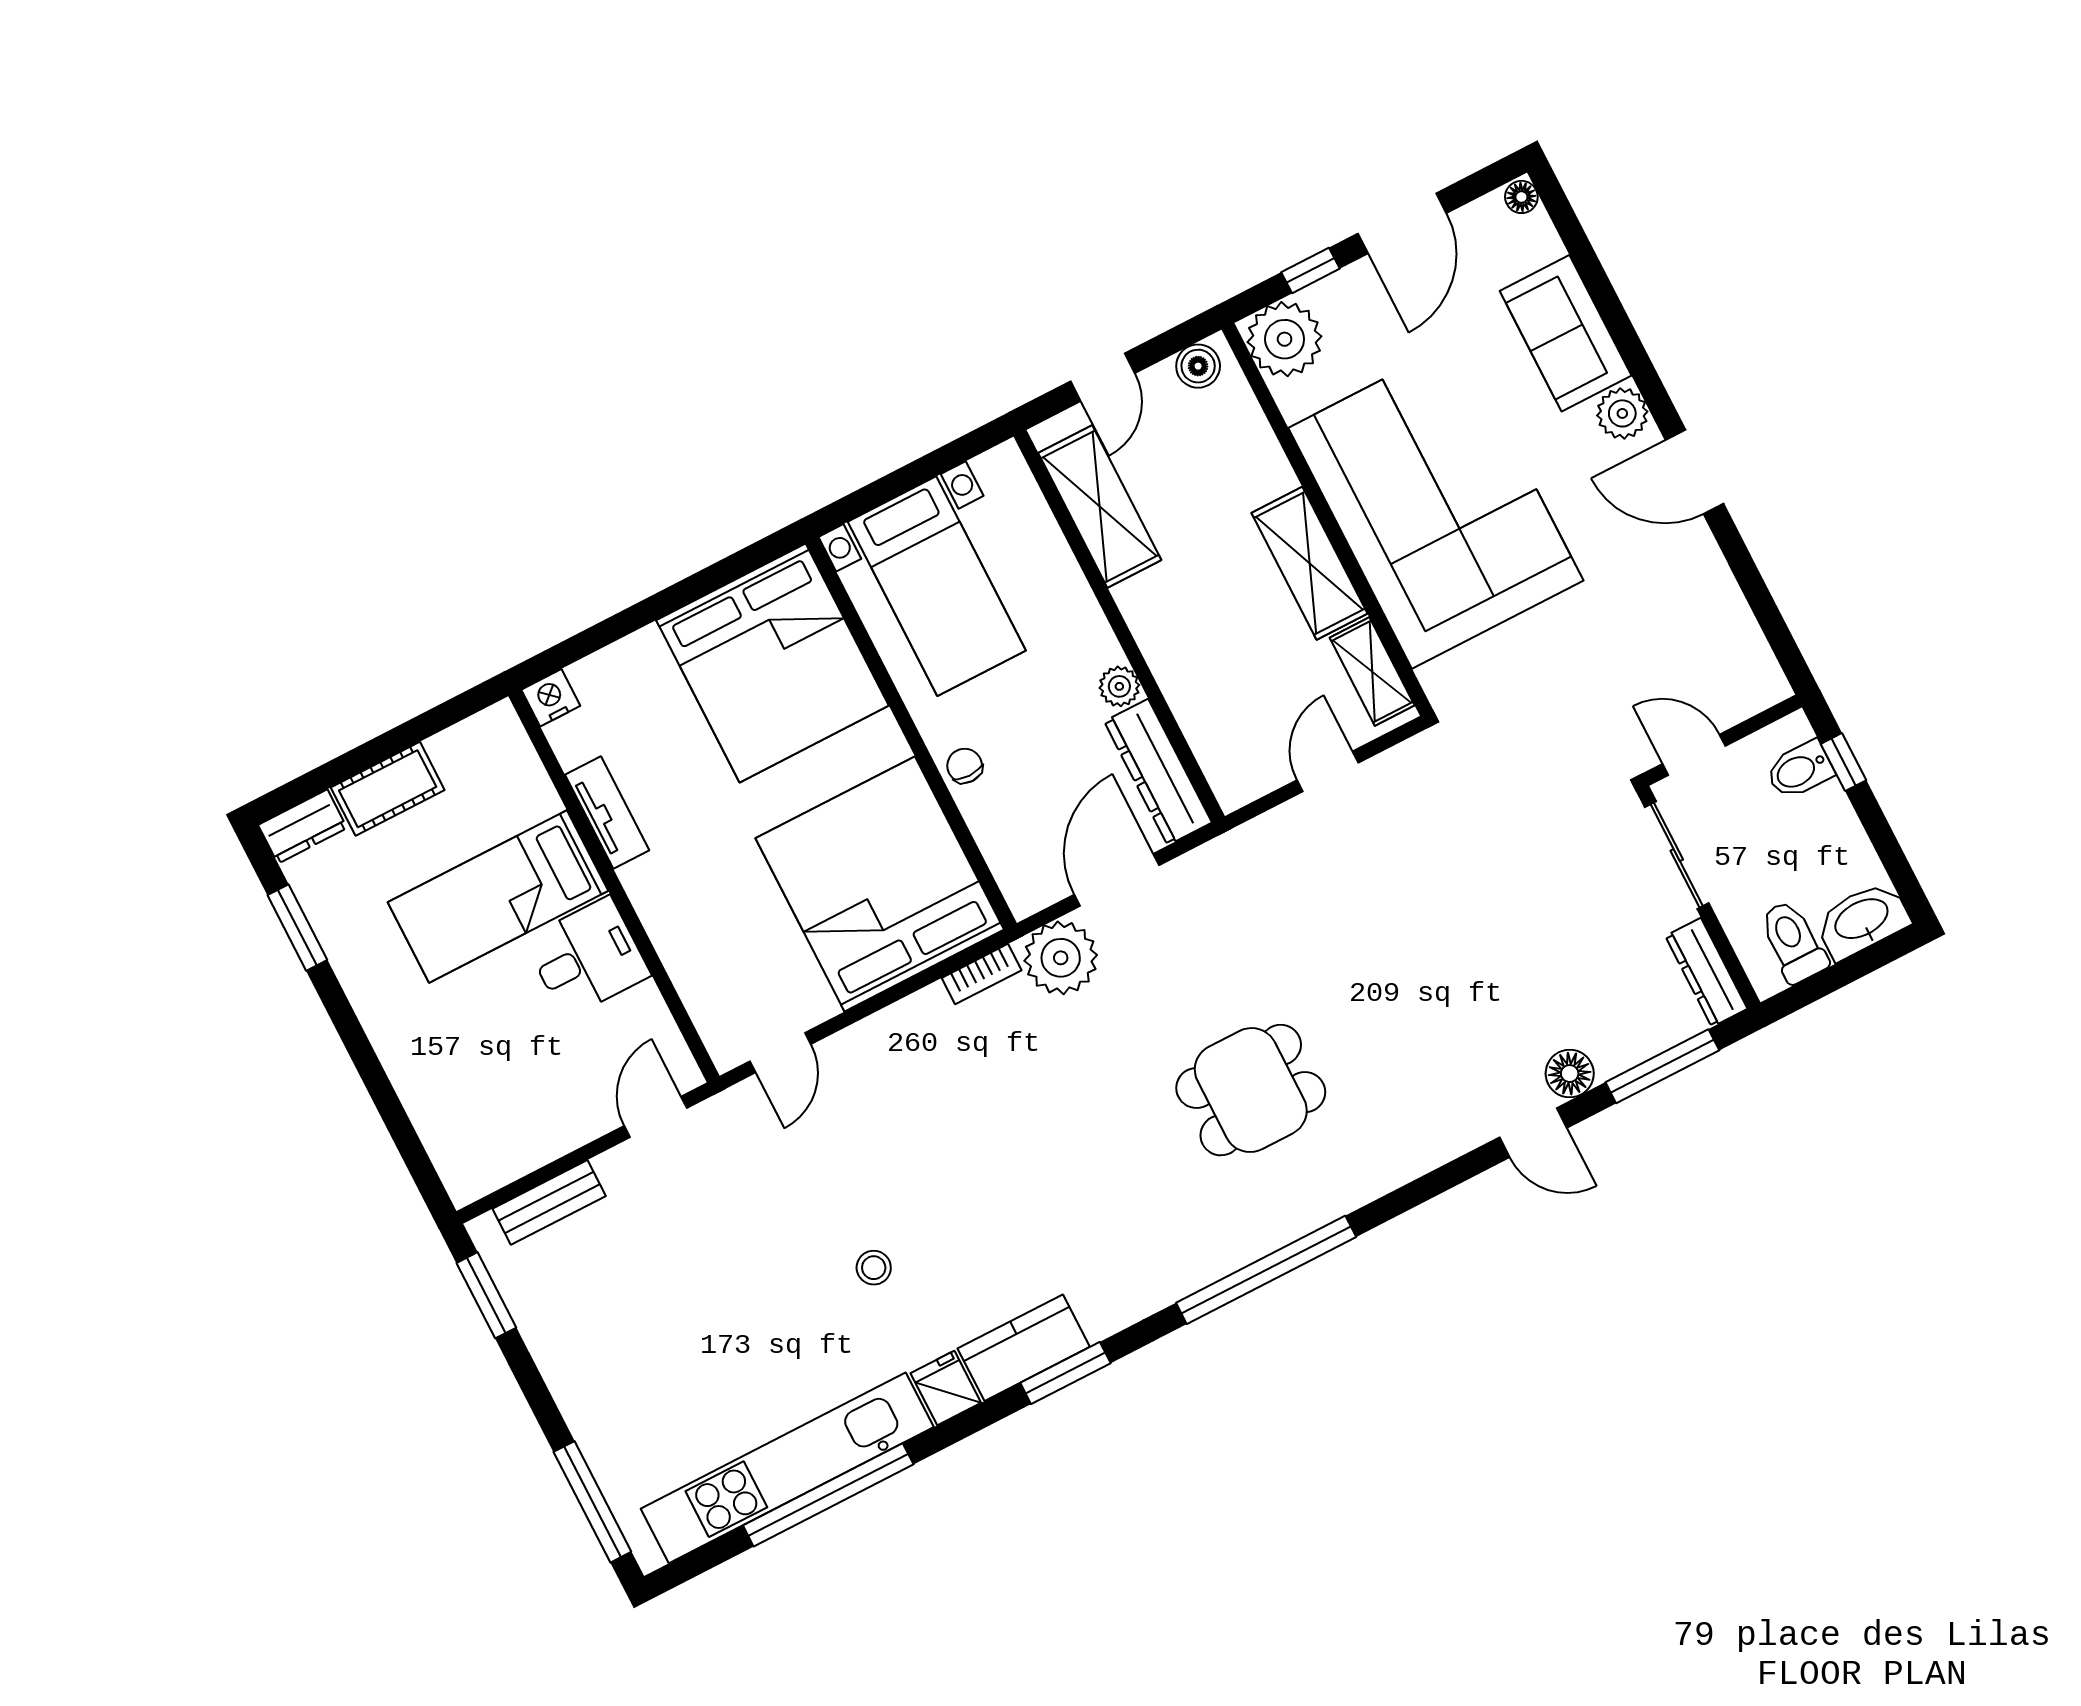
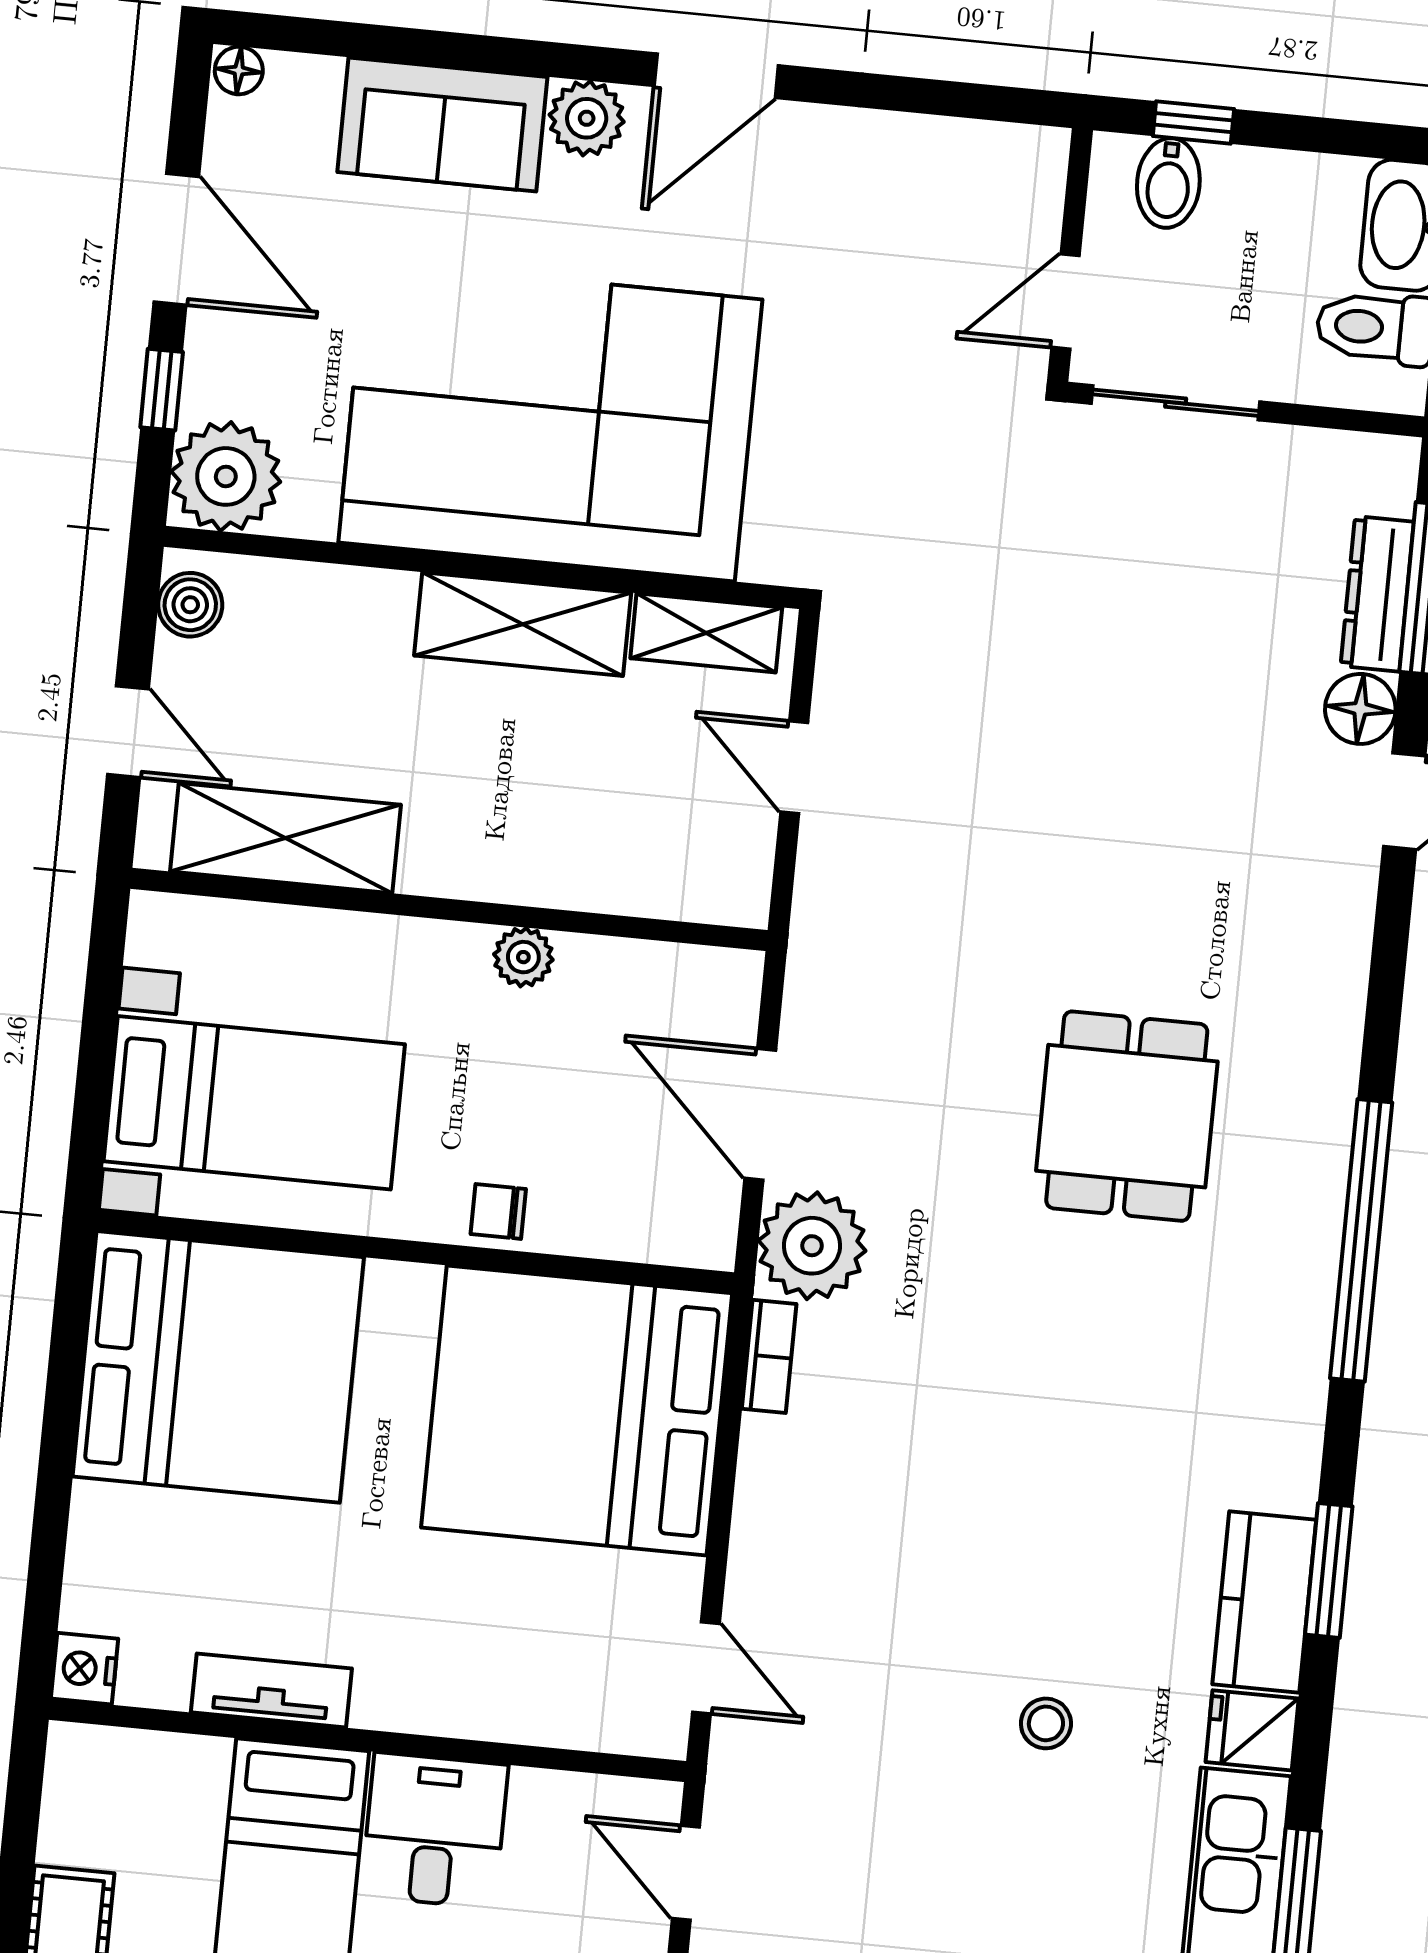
dresser: (1158, 772) -> (660, 978), removed
dresser: (1706, 972) -> (1377, 594), moved, turned 90

